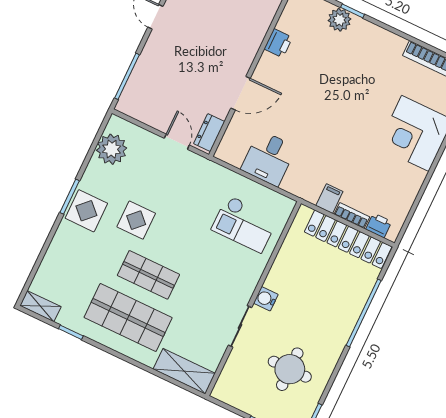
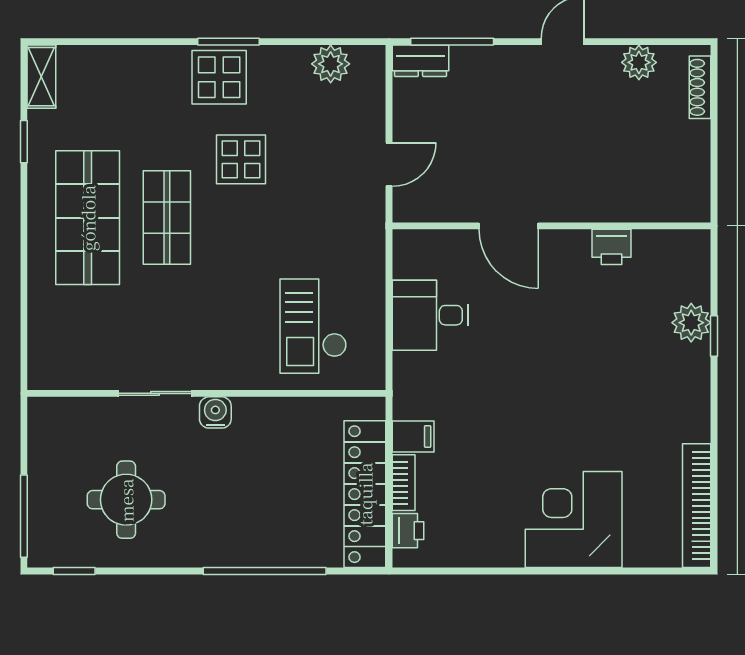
dresser: (209, 133) -> (420, 61), moved, turned 180
plant: (112, 149) -> (331, 64), width x0.73, depth x0.73
shelving: (184, 371) -> (47, 341), removed

